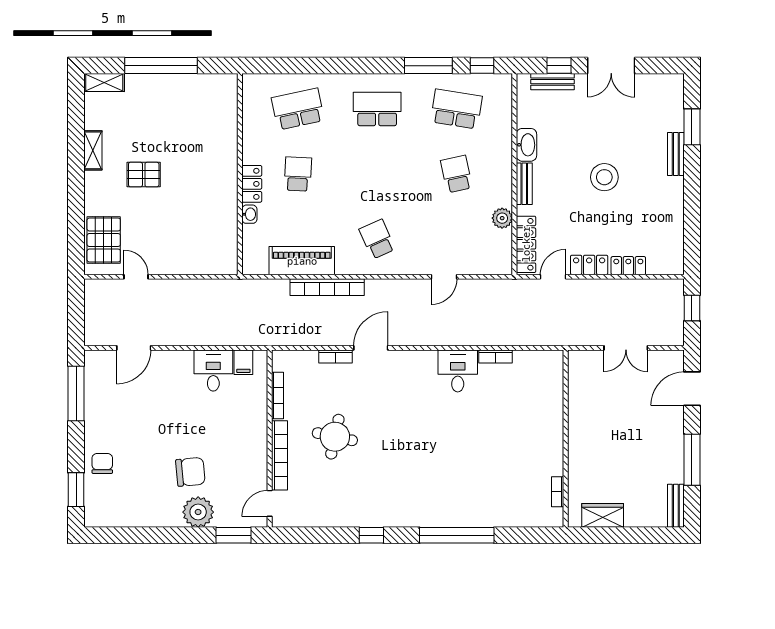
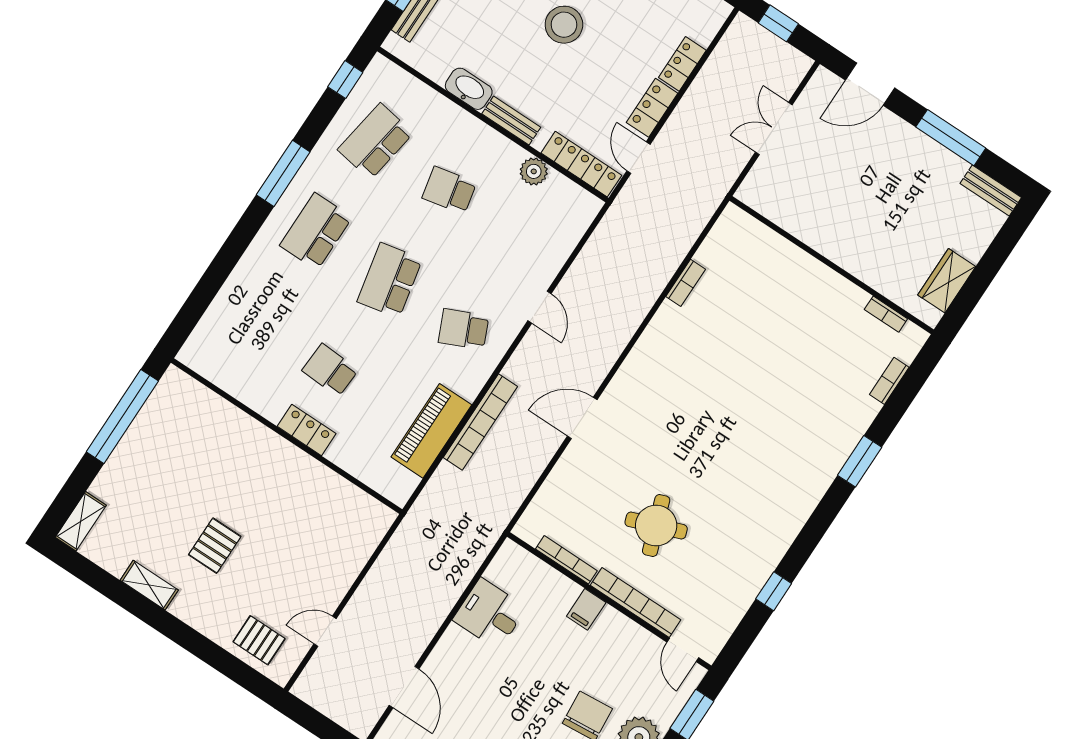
window: (161, 66) -> (122, 416), moved
window: (428, 66) -> (283, 173), moved
school desk: (298, 109) -> (390, 280), moved
washbasin: (249, 214) -> (339, 455), removed
pallet: (104, 240) -> (259, 640), width x0.67, depth x0.71
door: (444, 277) -> (540, 307), moved
door: (371, 348) -> (582, 418), hinge flipped
double door: (626, 348) -> (774, 129), swing flipped
bookcase: (335, 356) -> (889, 381), moved, turned 180
filing cabinet: (243, 362) -> (586, 609), moved, turned 90
desk: (458, 371) -> (674, 337), removed
door: (692, 389) -> (870, 84), hinge flipped
round table: (335, 437) -> (656, 526), turned -32
window: (371, 535) -> (774, 591), moved
window: (457, 535) -> (860, 461), width x0.47

